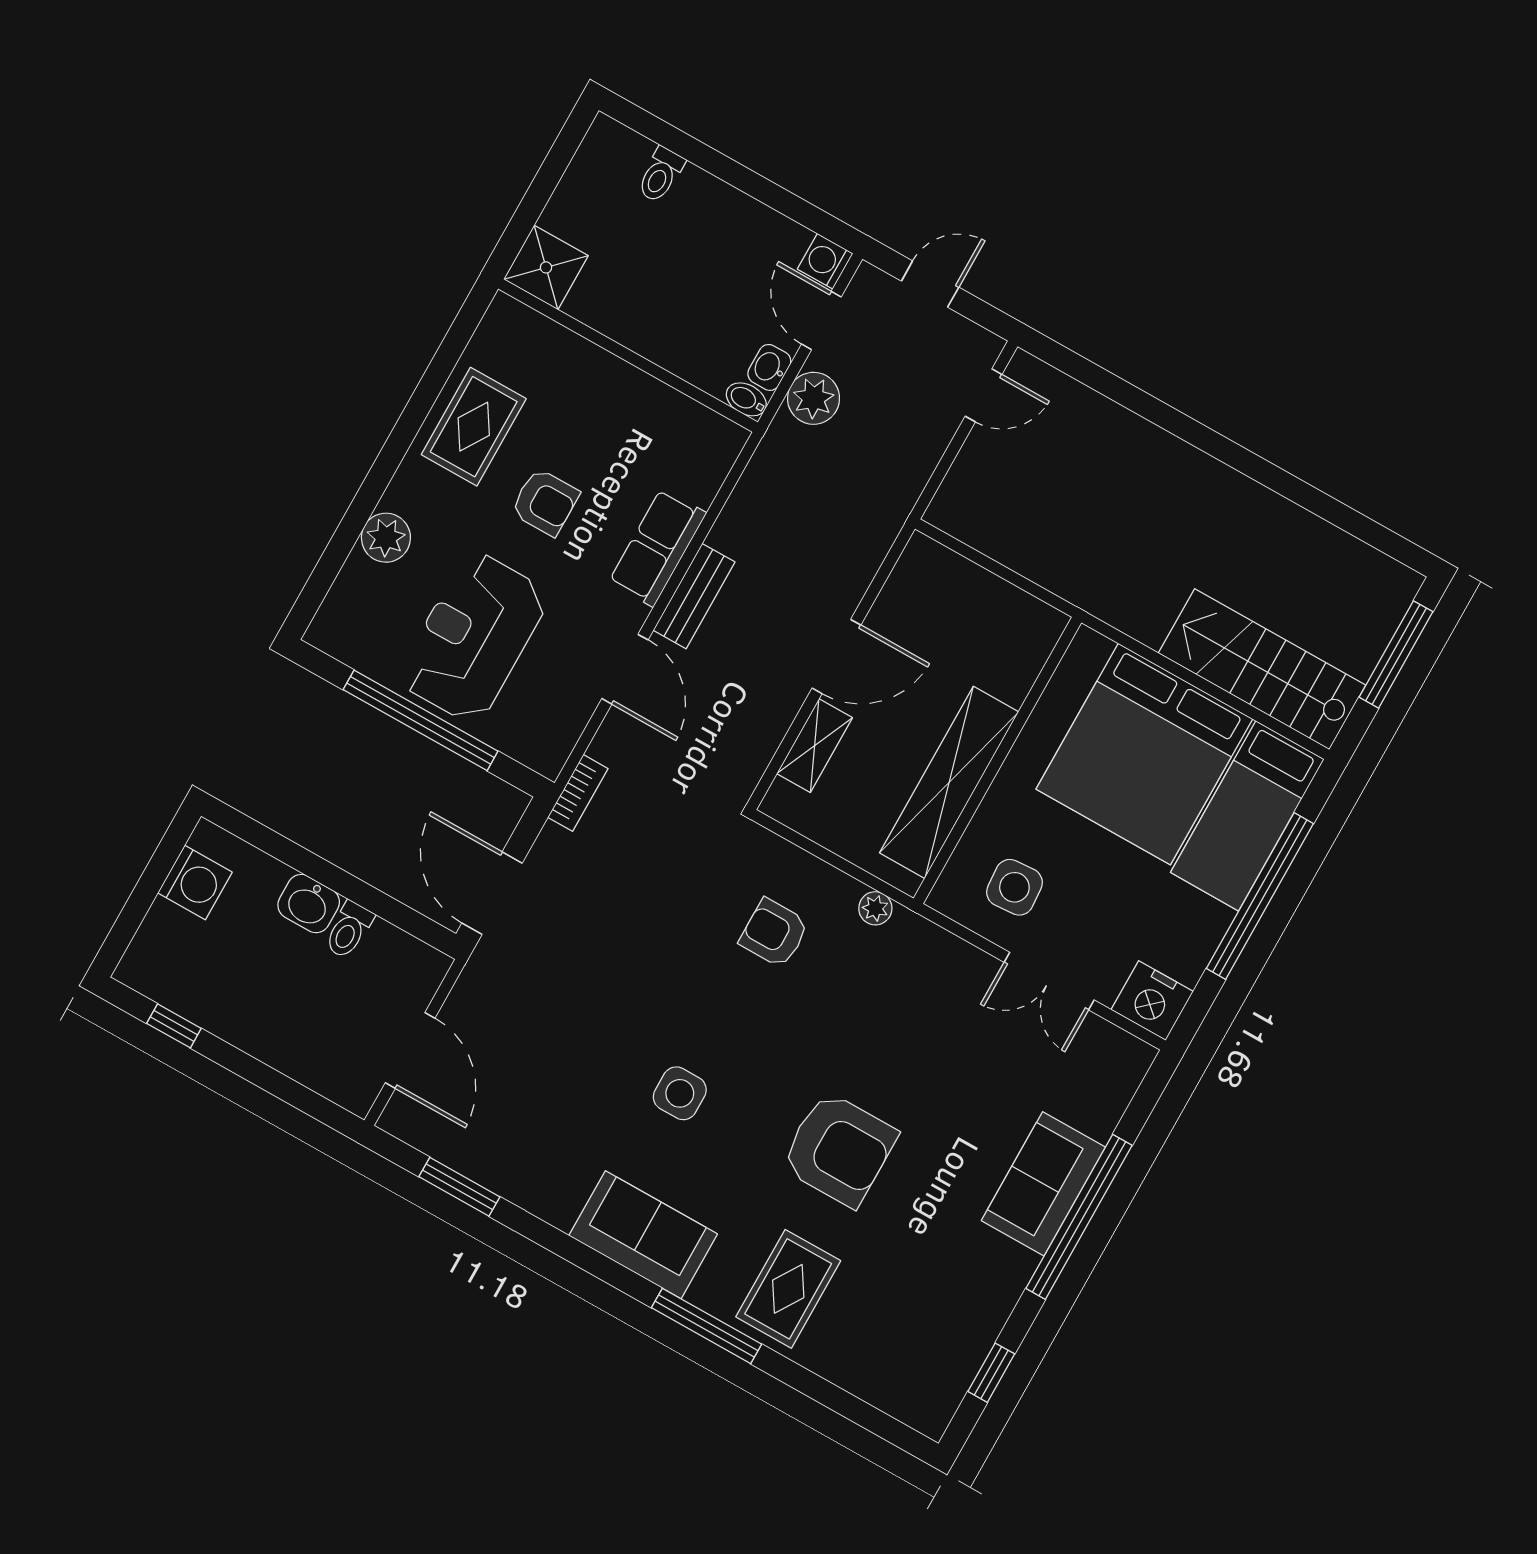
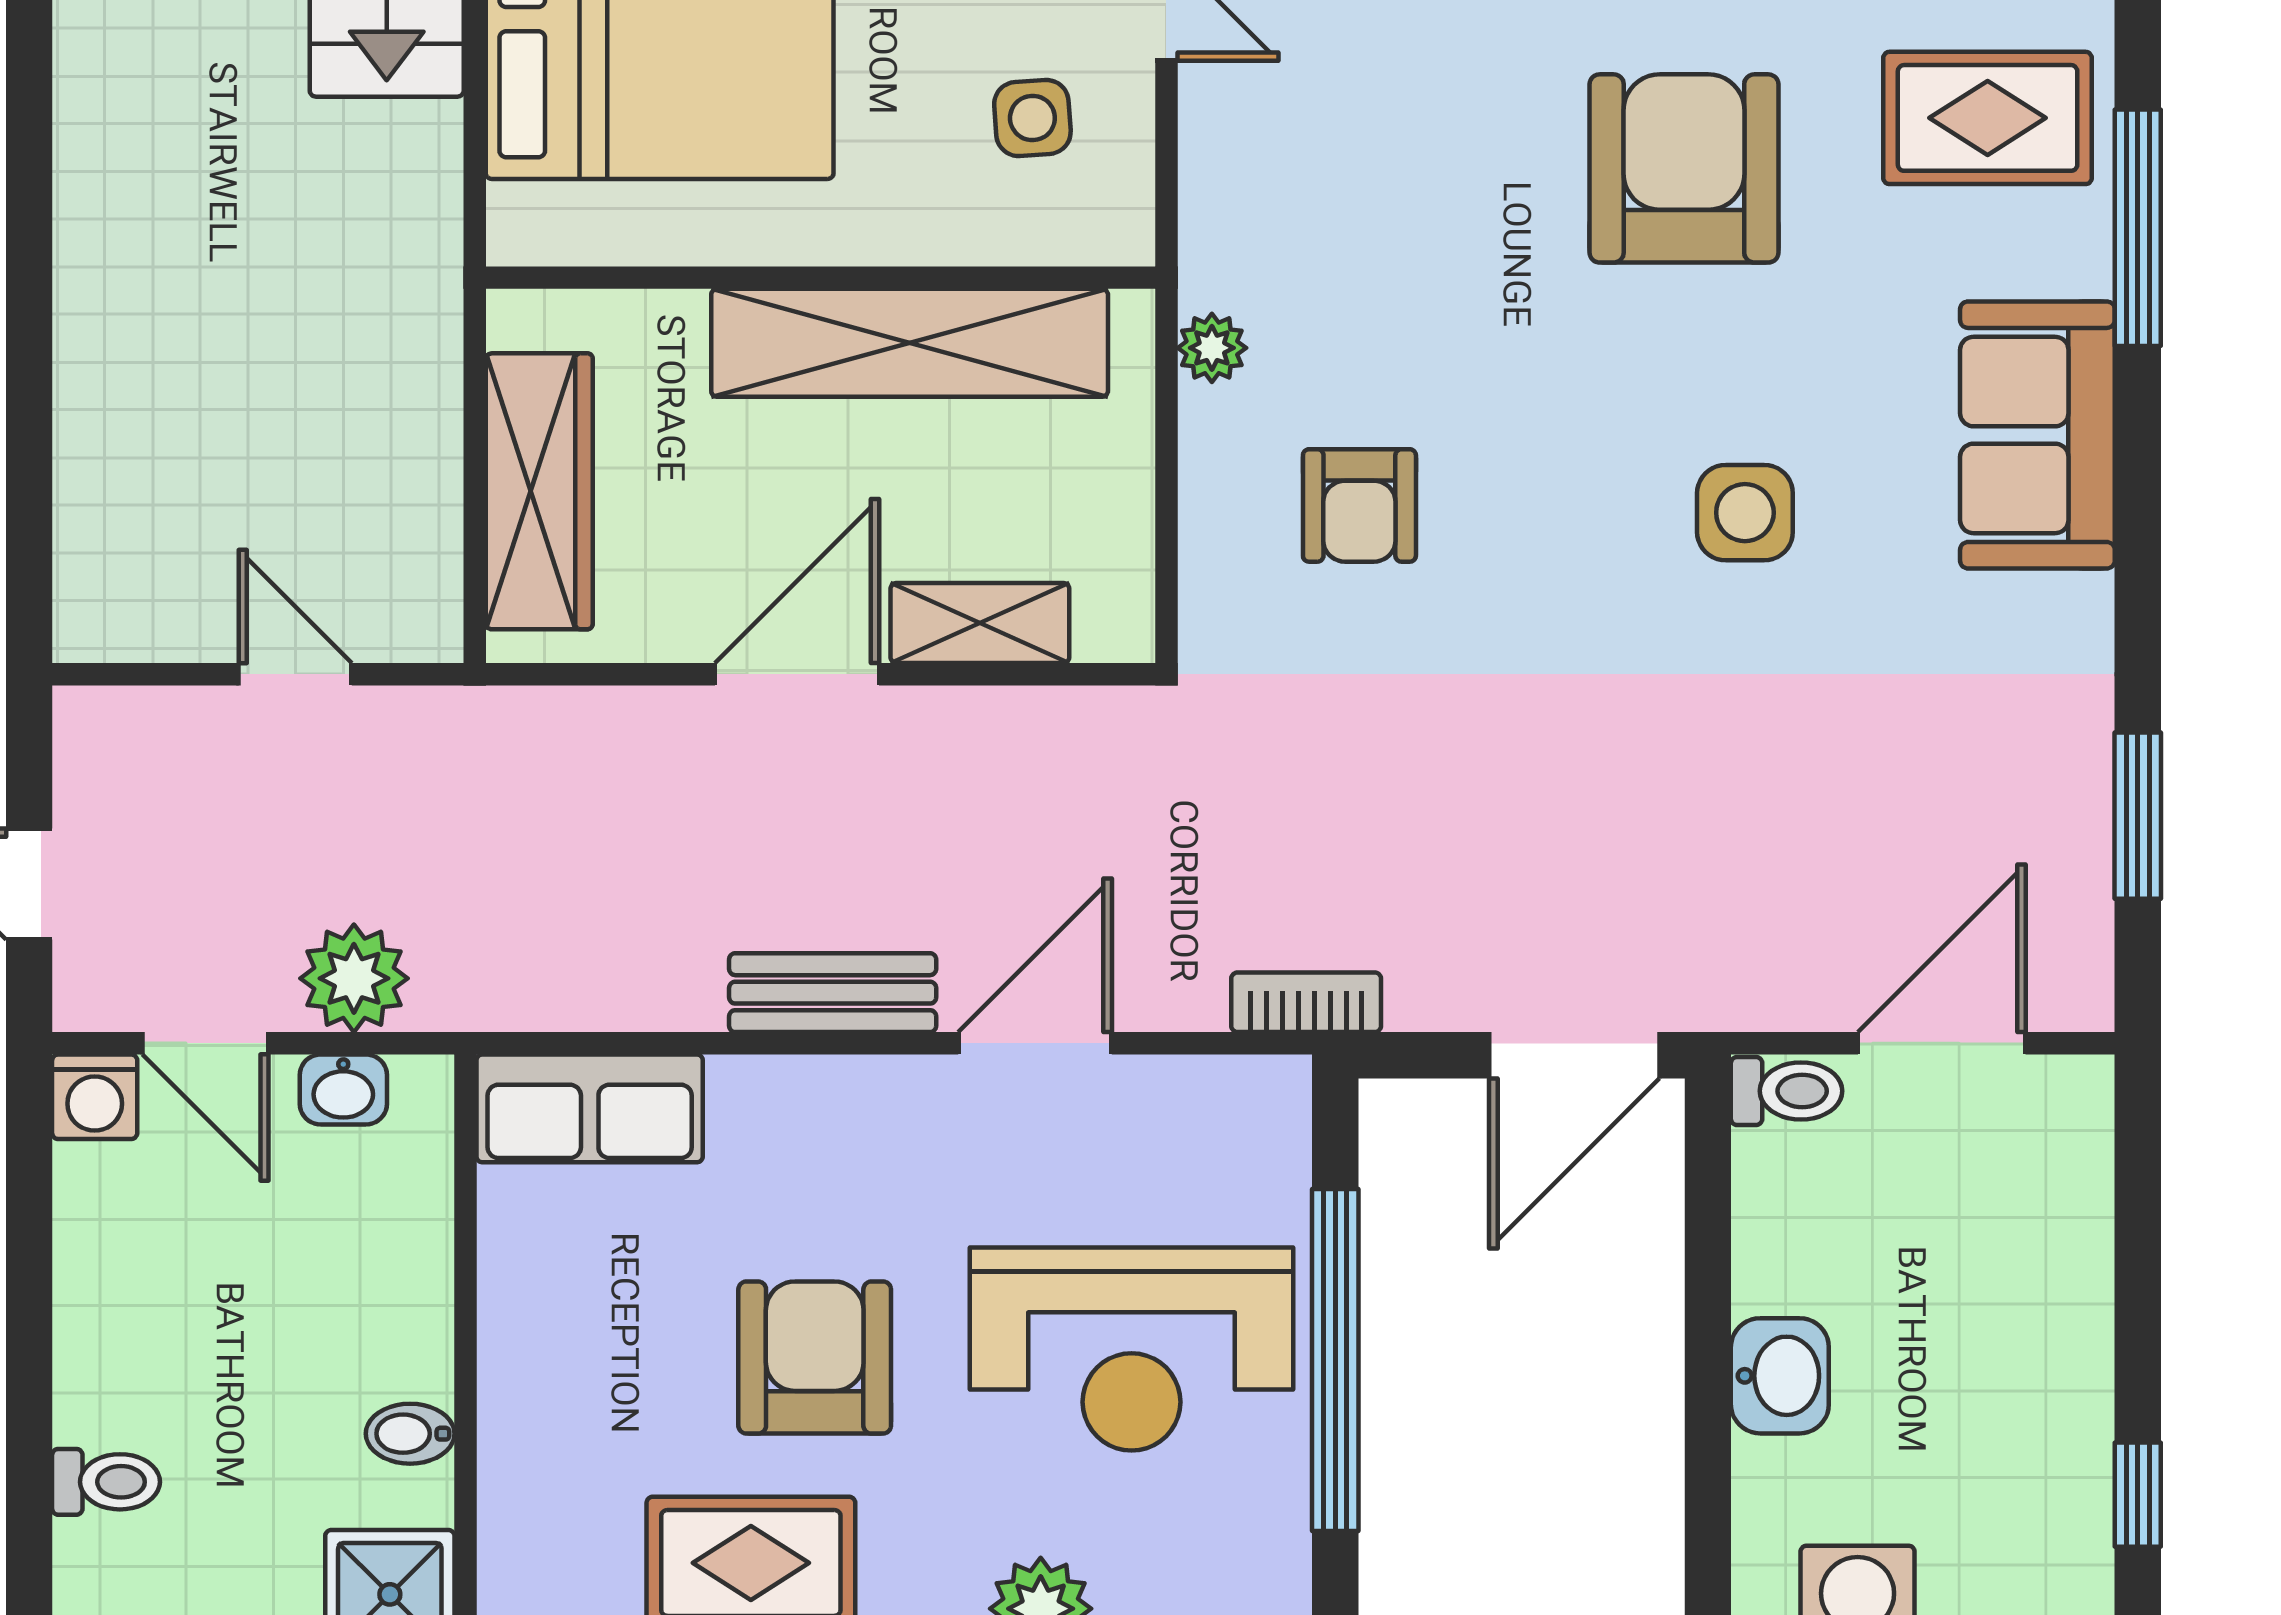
door: (821, 321) -> (206, 1043), hinge flipped
door: (984, 395) -> (295, 674), moved
bidet: (746, 399) -> (410, 1434), moved, turned 90
armchair: (545, 502) -> (815, 1358), width x1.38, depth x1.38
row of seats: (657, 547) -> (590, 1108), moved
wardrobe: (974, 591) -> (539, 491), added
door: (836, 657) -> (797, 674), hinge flipped
side table: (1014, 887) -> (1032, 118), width x0.73, depth x0.73
toilet: (349, 930) -> (1787, 1091), moved

